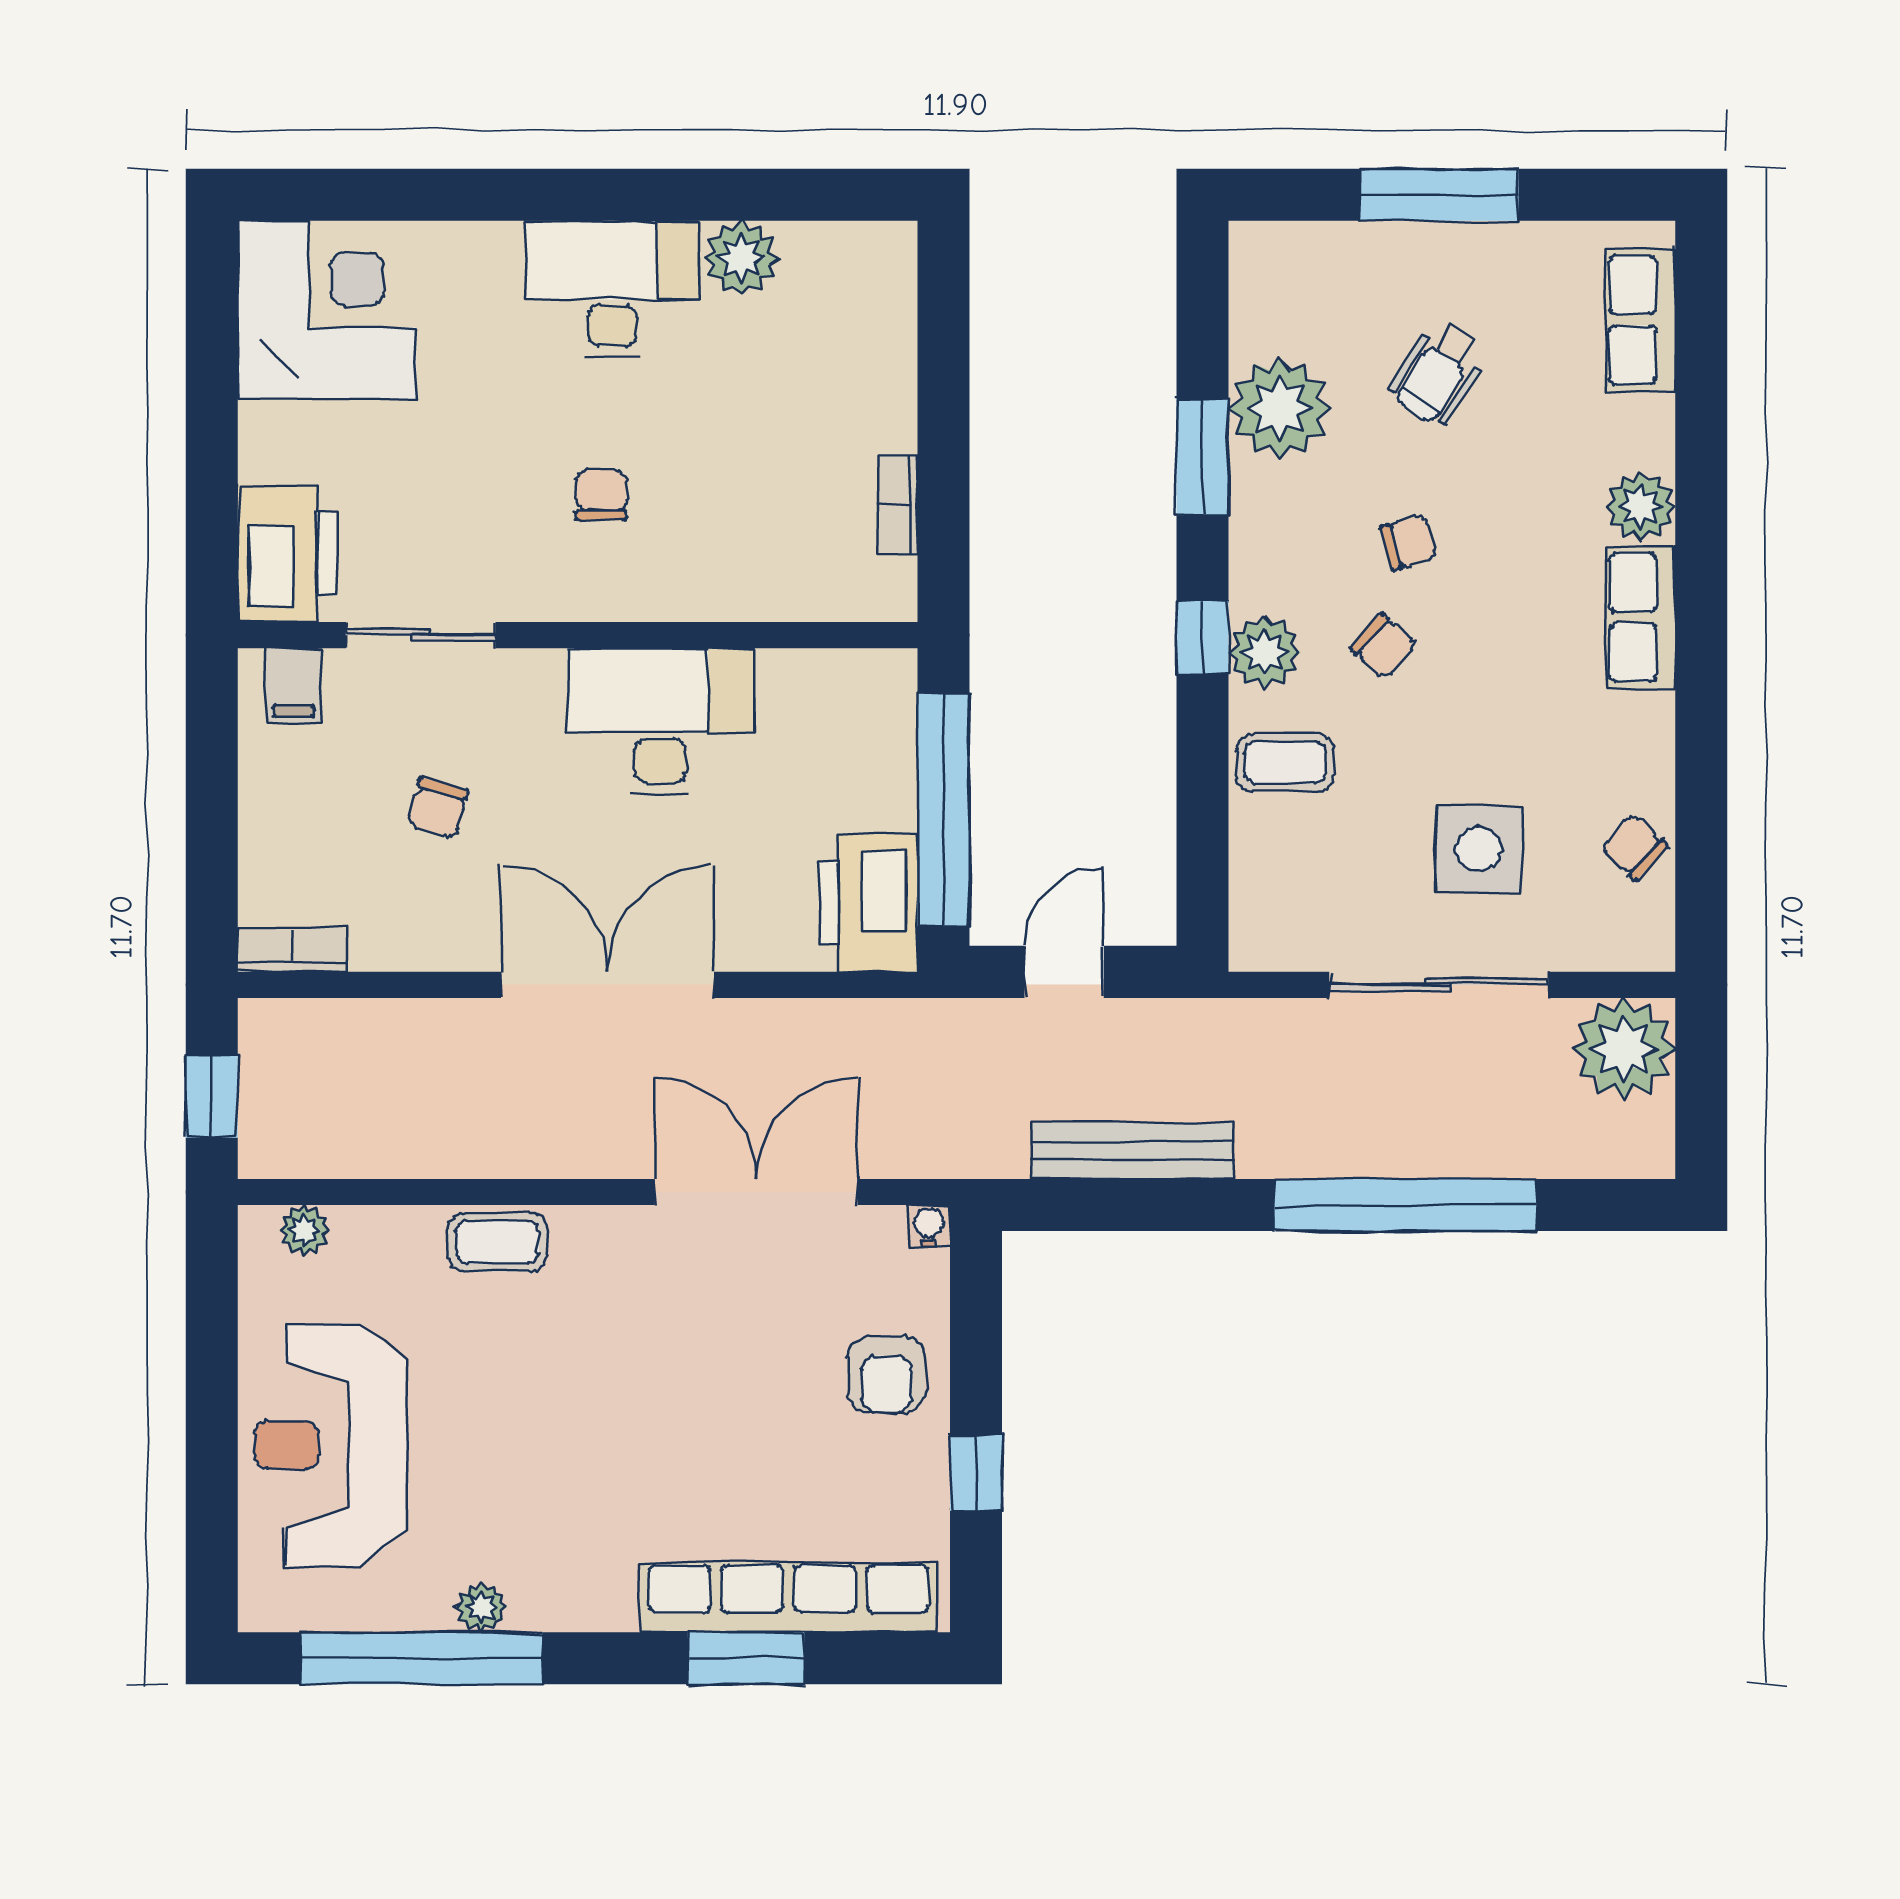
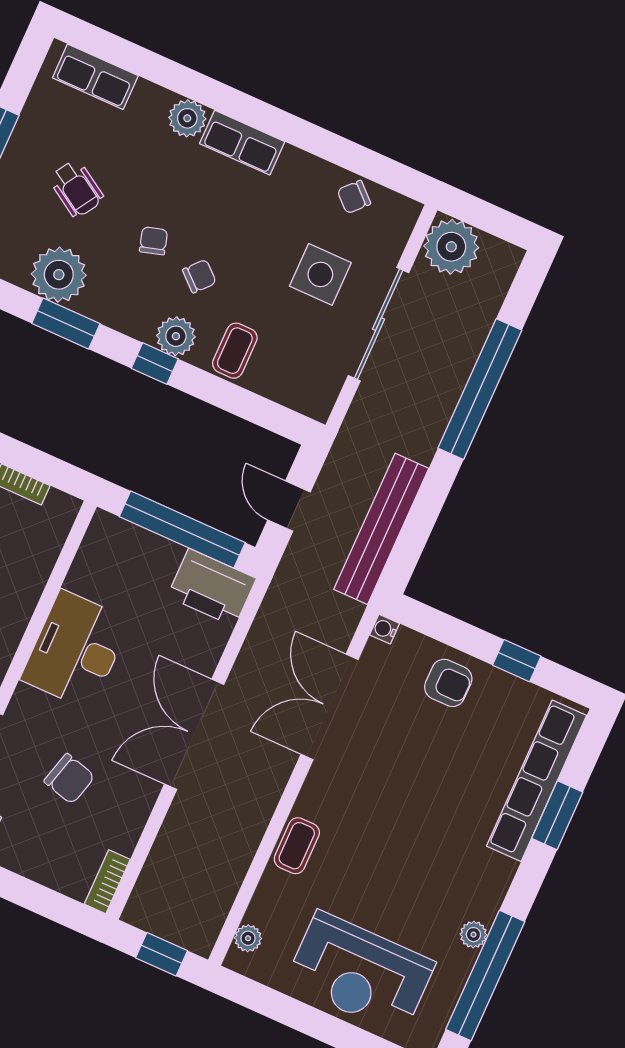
chair: (438, 808) -> (69, 779), width x1.37, depth x1.37
bench: (1132, 1151) -> (381, 529), width x1.37, depth x1.21

